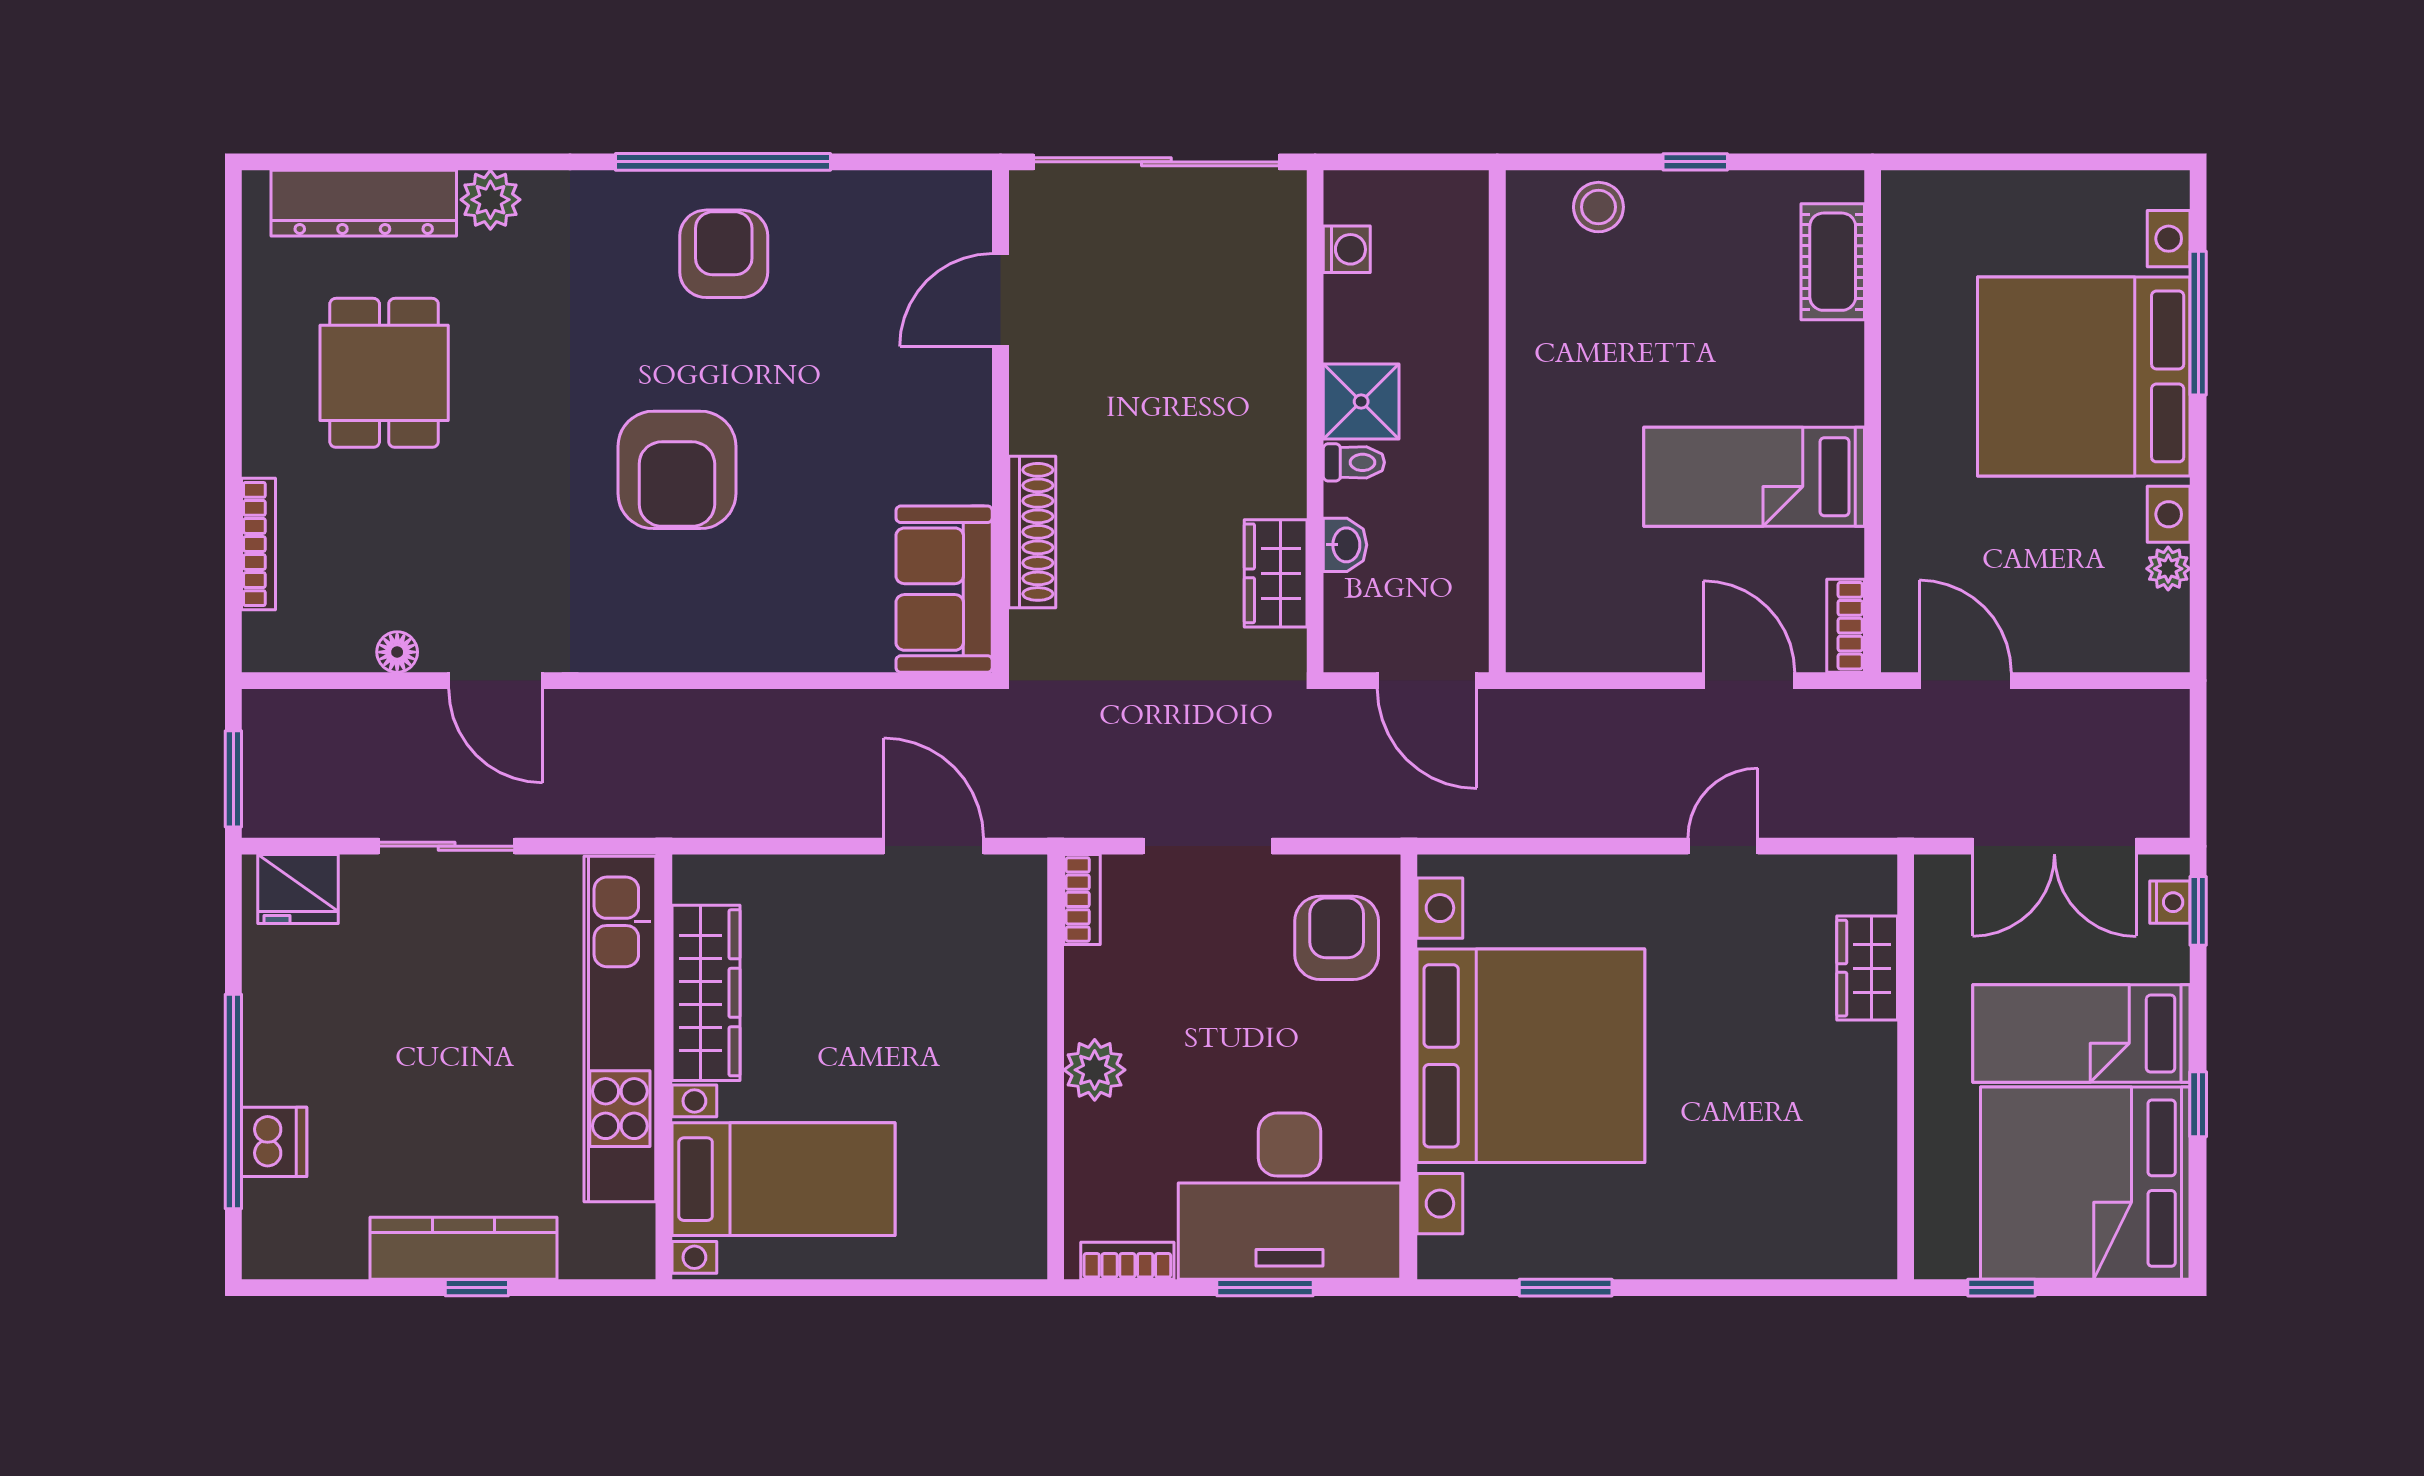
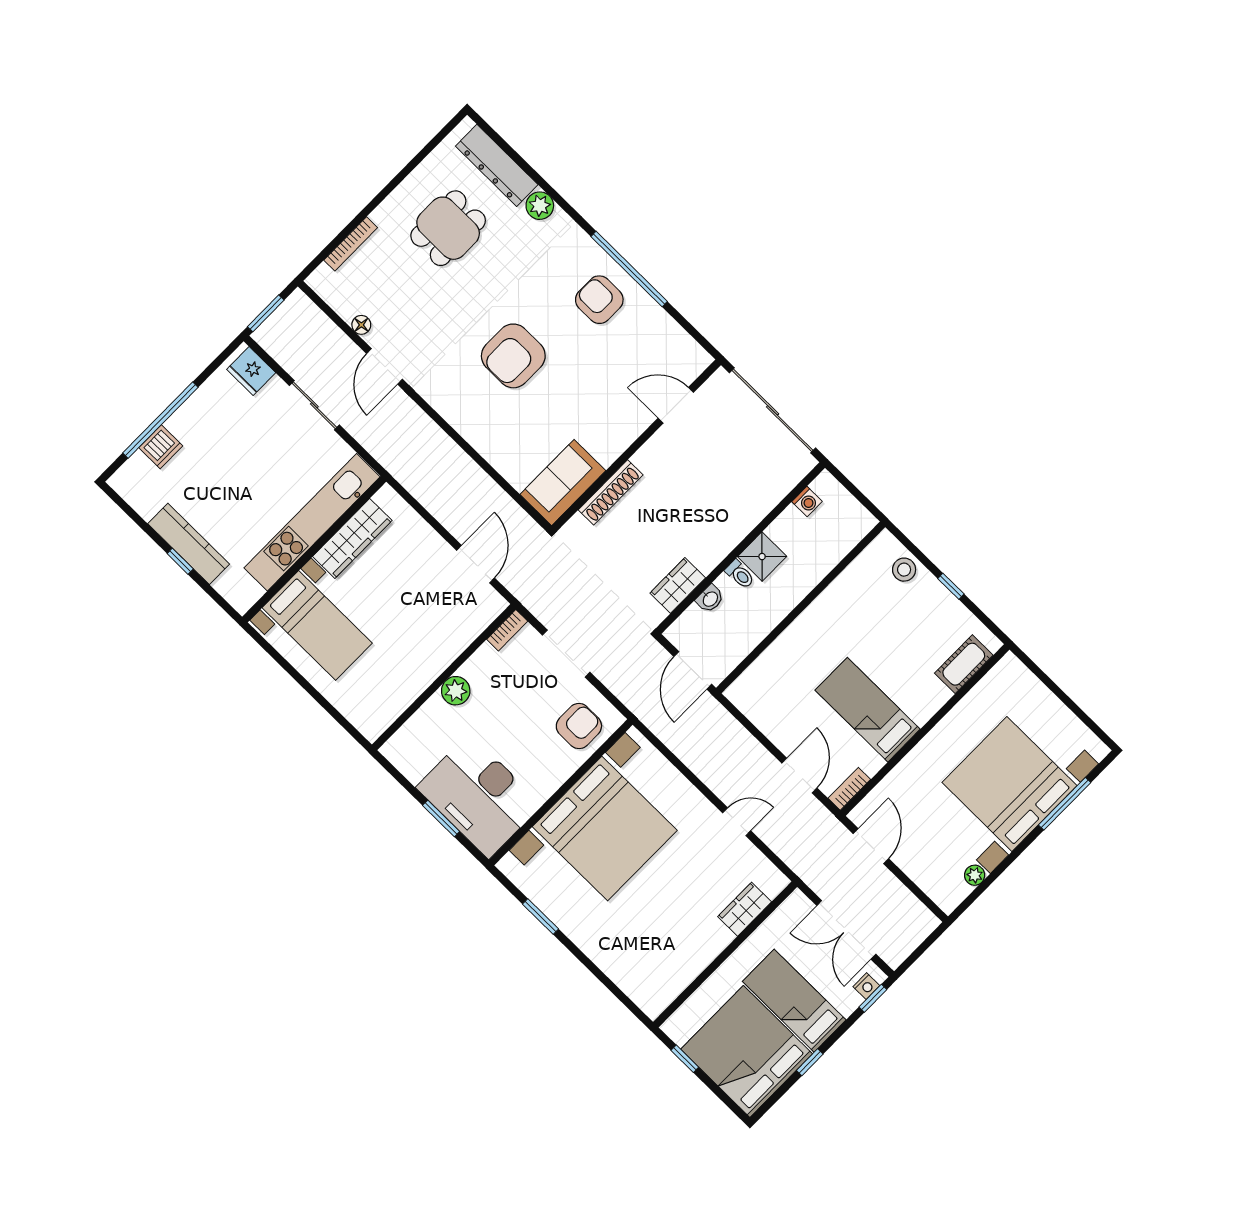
armchair: (724, 254) -> (599, 300), turned -90
bookcase: (1127, 1261) -> (404, 765), removed

